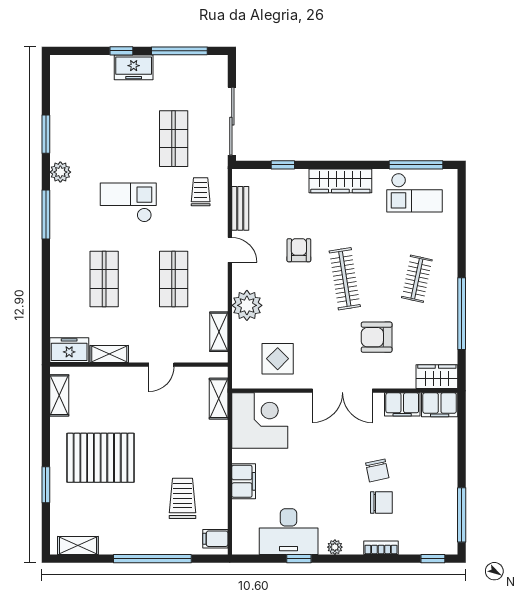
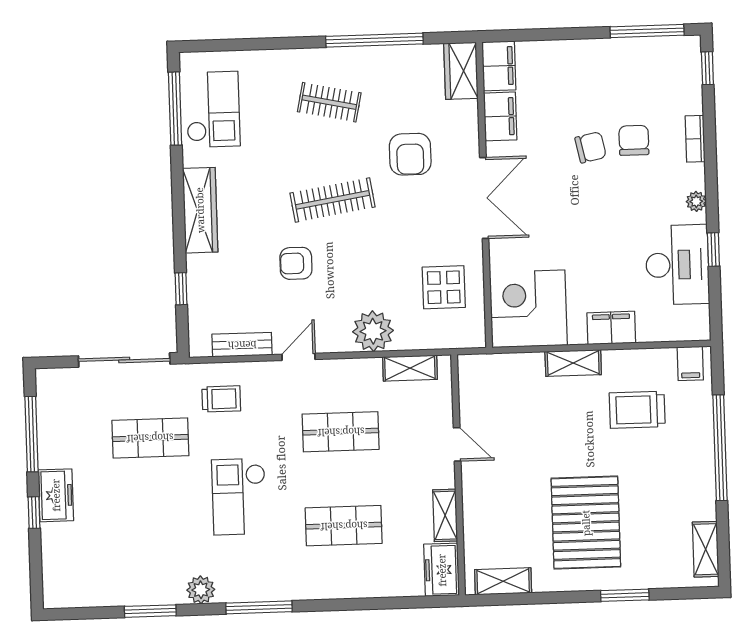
trolley: (201, 192) -> (221, 399), turned 180
shelving: (219, 399) -> (573, 363), moved

